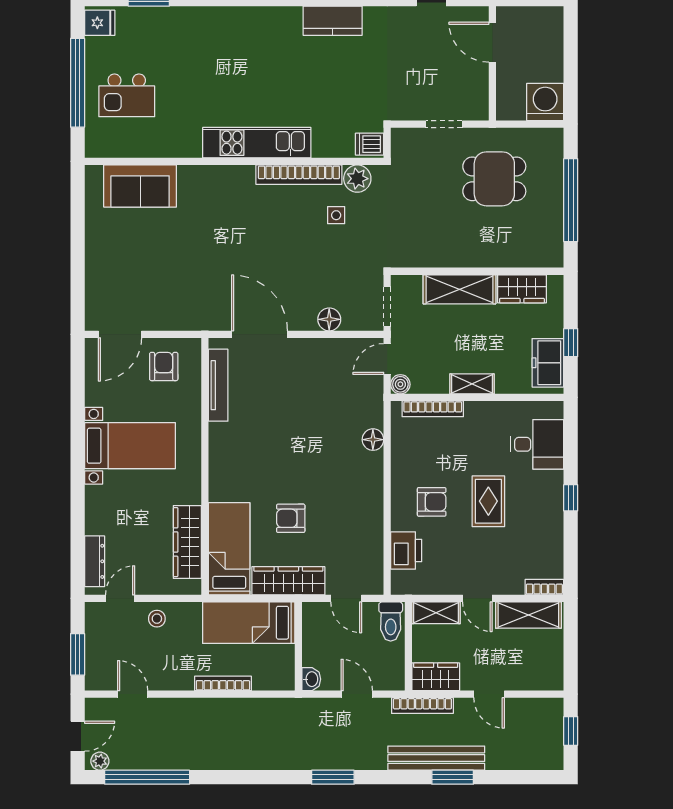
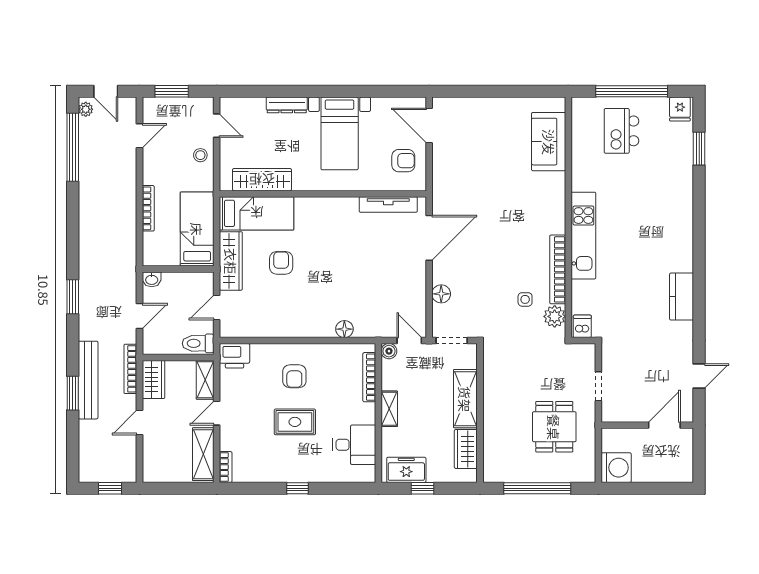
desk: (537, 444) -> (354, 445), moved, turned -90
printer: (406, 550) -> (235, 356), moved
dresser: (95, 561) -> (287, 105), moved

